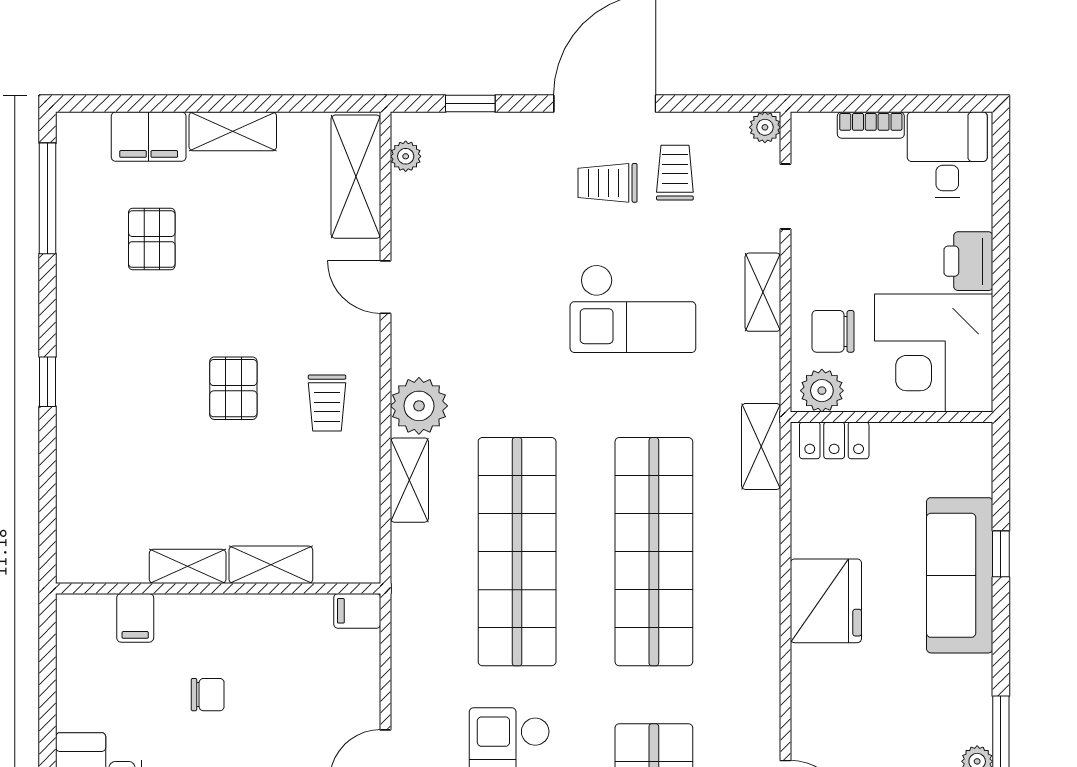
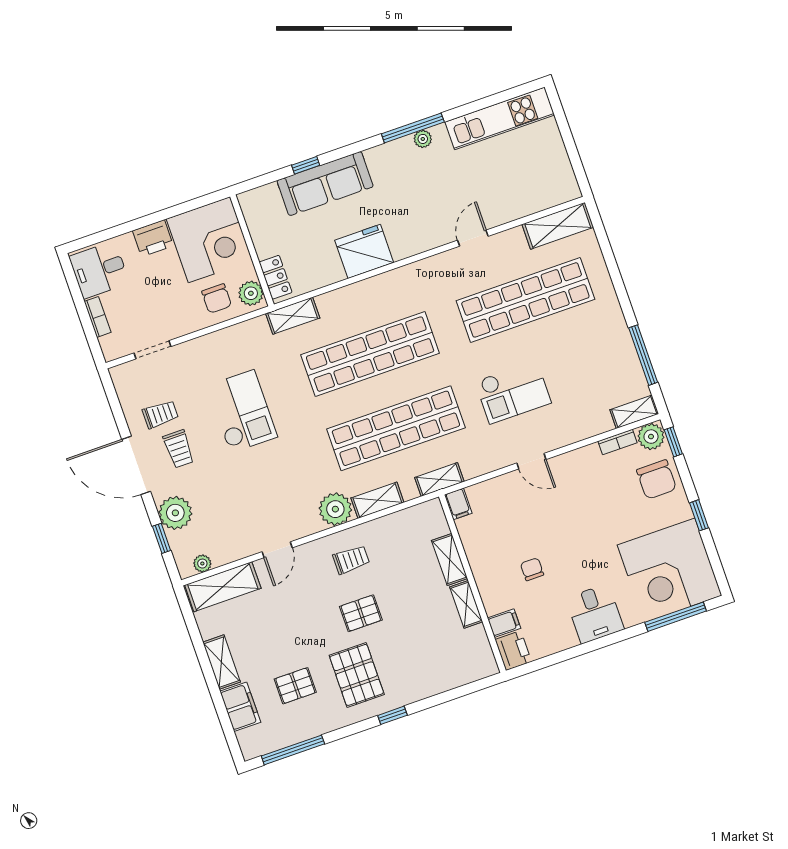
plant: (765, 127) -> (175, 513), moved, width x1.88, depth x1.88
trolley: (675, 173) -> (160, 414), turned 180
shelving: (763, 292) -> (439, 480), moved
pallet: (134, 346) -> (357, 675), added
printer: (85, 617) -> (513, 651), added

